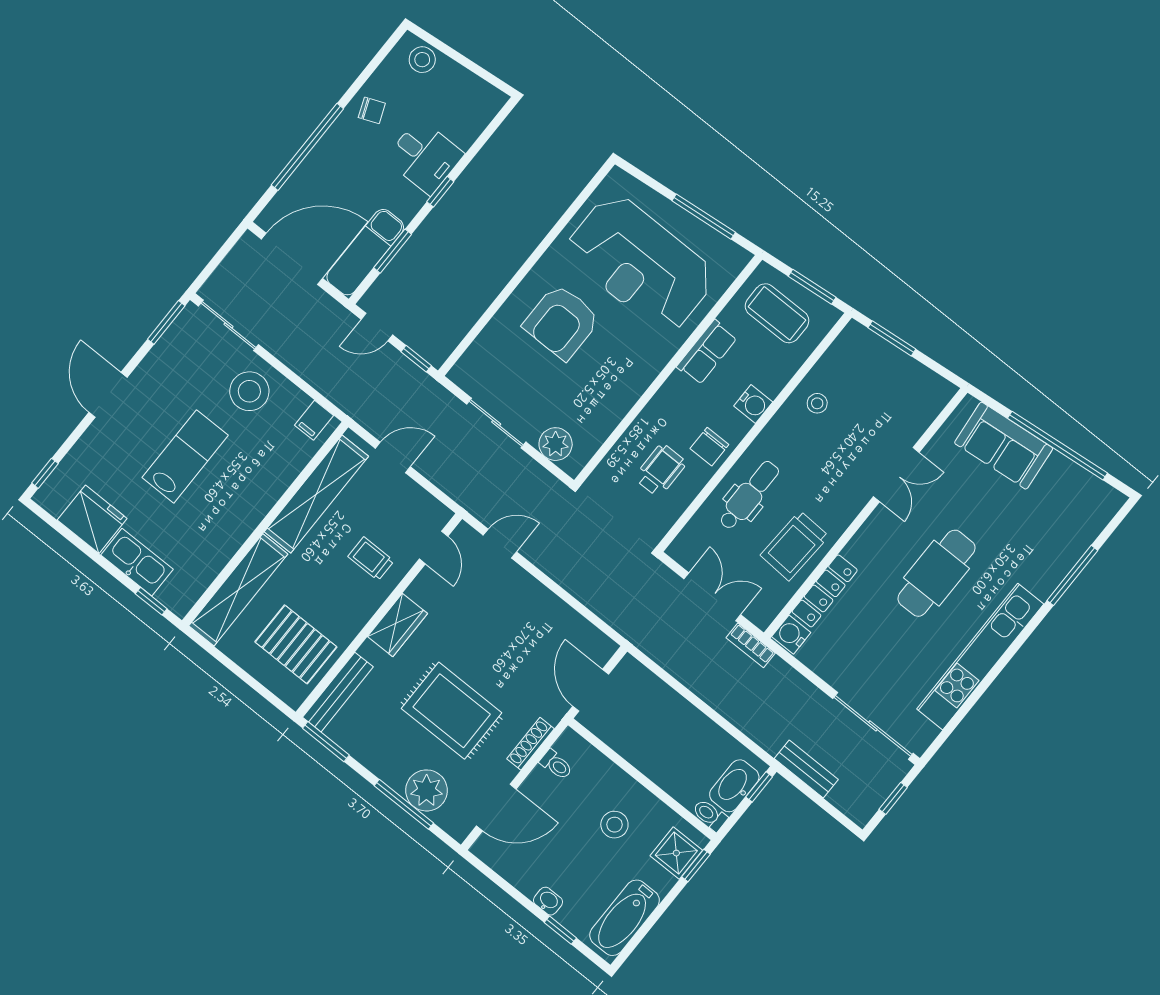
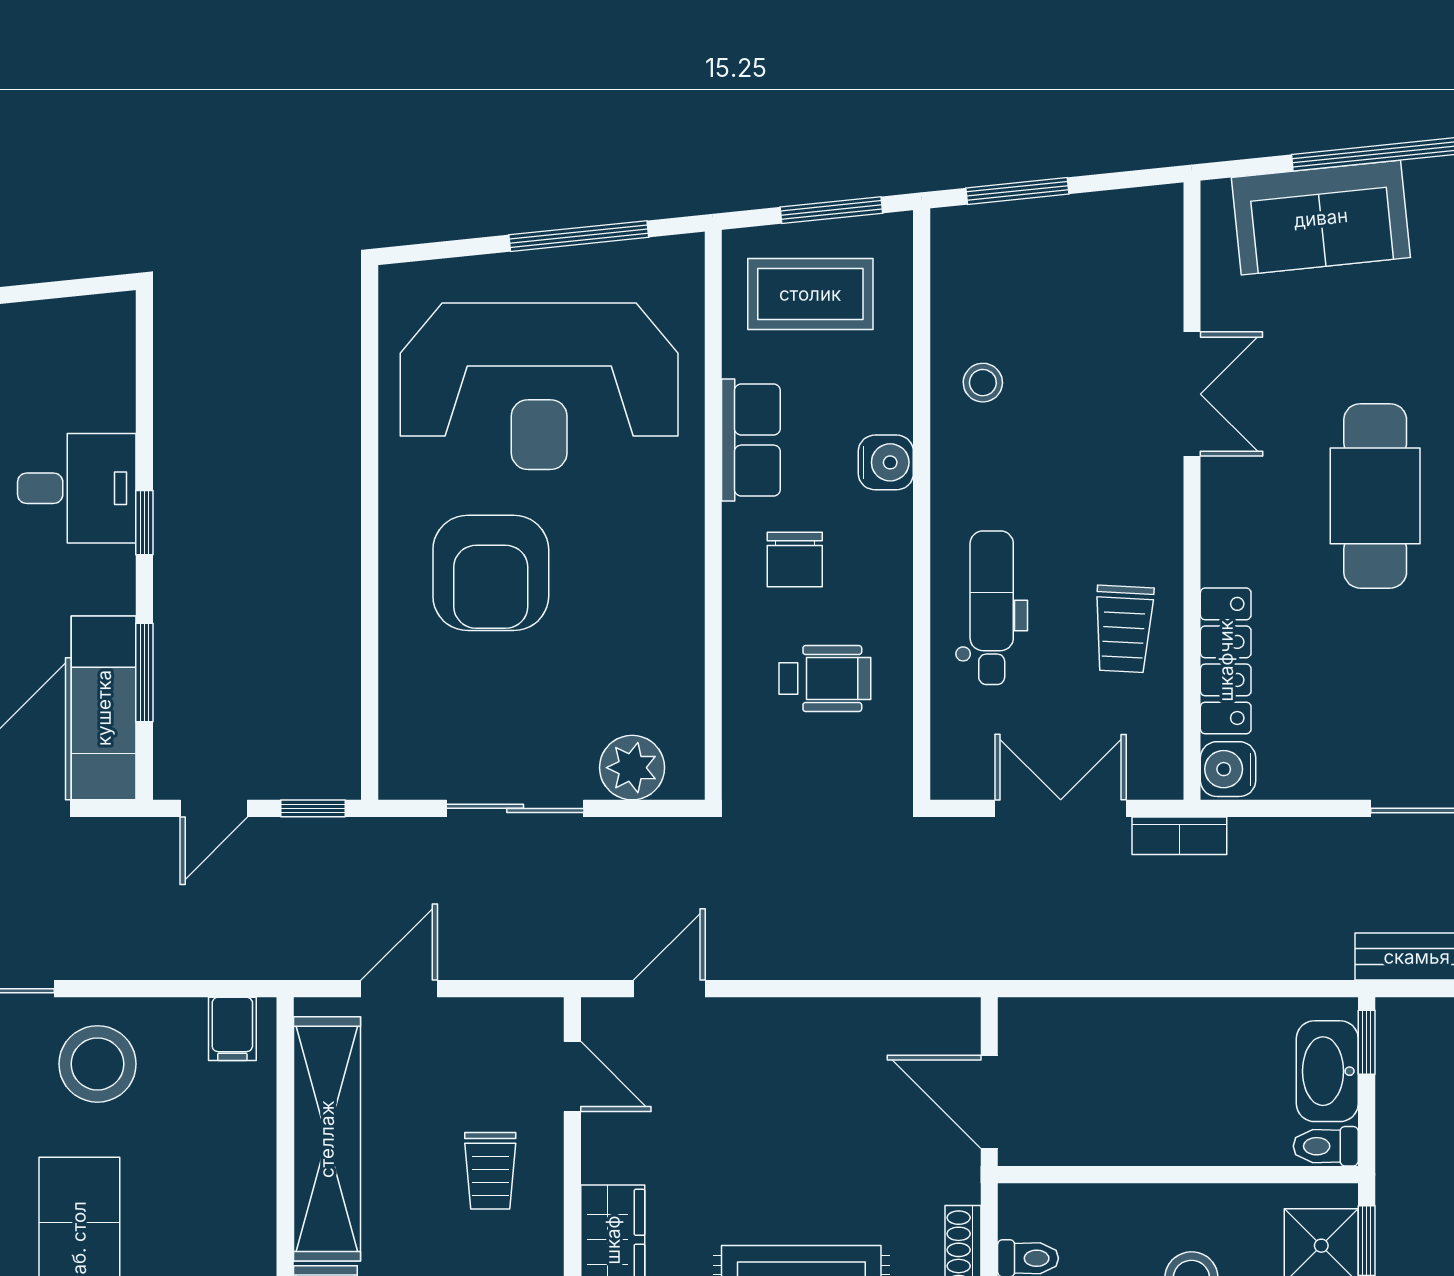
chair: (709, 447) -> (795, 560), moved
wheelchair: (660, 470) -> (825, 679), turned 90
trolley: (794, 546) -> (1124, 629), width x0.73, depth x0.72
trolley: (371, 559) -> (490, 1171), turned -90

